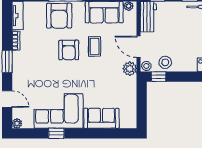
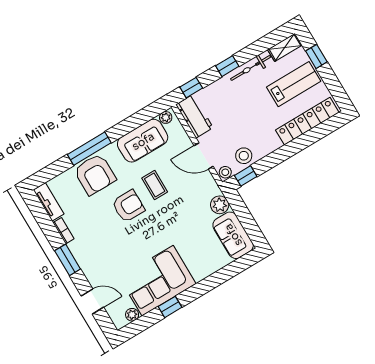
armchair: (69, 50) -> (128, 206), turned -90
plant: (130, 69) -> (220, 205), moved
sofa: (101, 118) -> (233, 235), moved, turned -90
plant: (17, 123) -> (132, 315), moved

